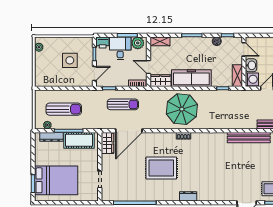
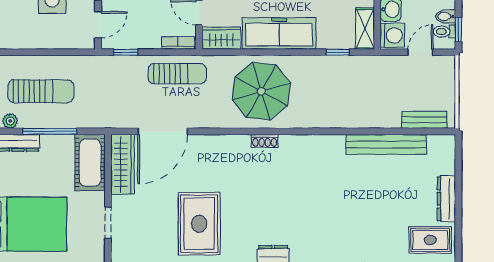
sun lounger: (123, 104) -> (177, 74), moved
cot: (79, 140) -> (90, 163), moved, turned 90
wardrobe: (108, 143) -> (123, 164), width x1.50
rug: (161, 168) -> (199, 224), moved, turned 90

